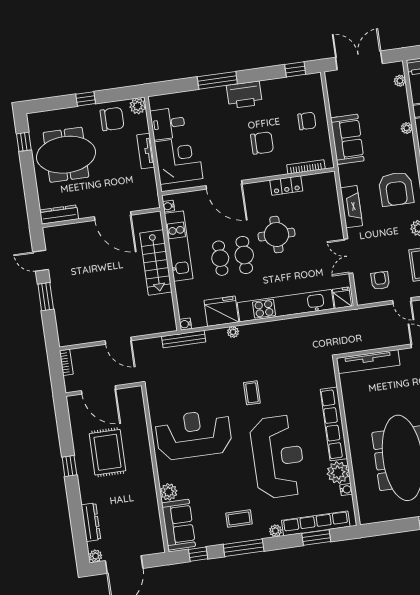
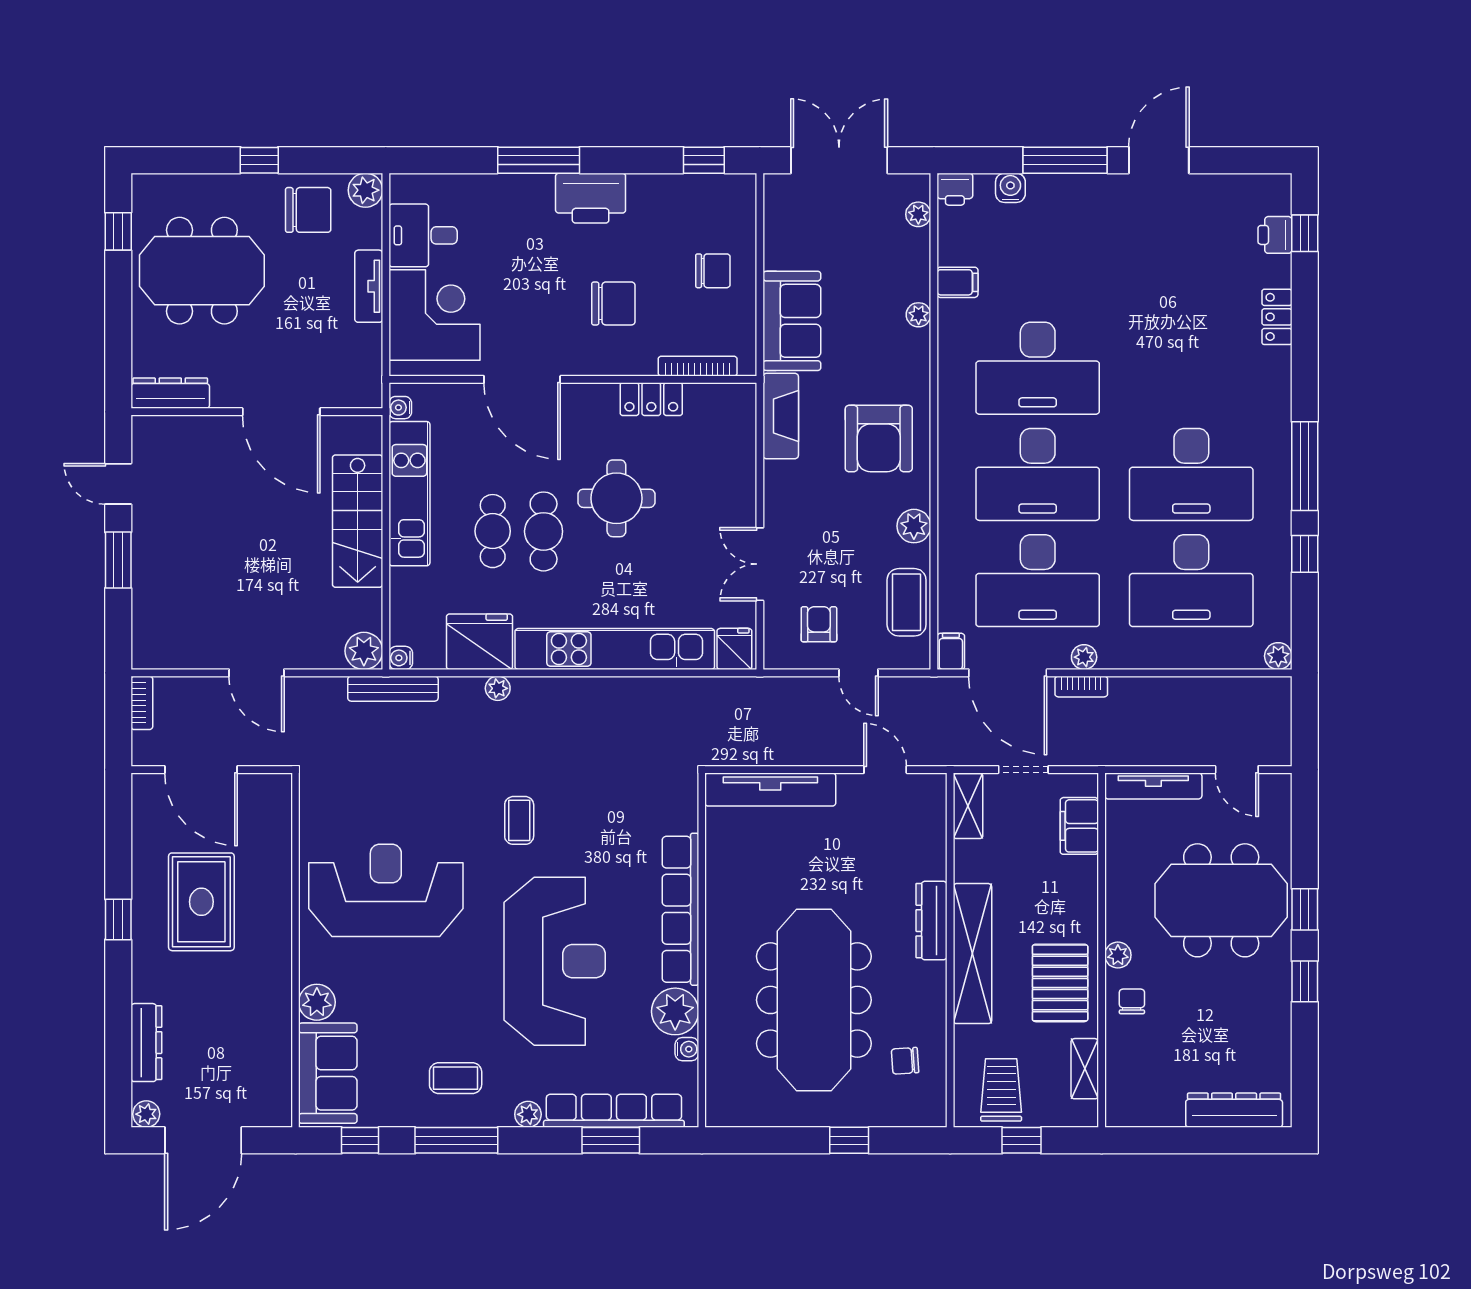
fireplace: (351, 207) -> (781, 416), moved
plant: (168, 323) -> (364, 651), added

